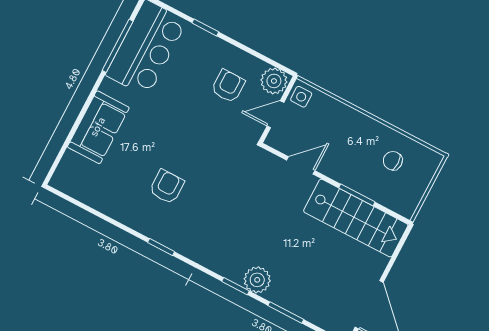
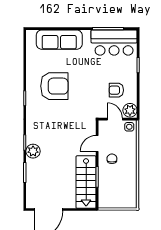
armchair: (228, 86) -> (116, 90), turned 180
sofa: (98, 127) -> (59, 40), width x1.36
chair: (393, 161) -> (112, 159), moved
door: (301, 165) -> (97, 143), swing flipped
armchair: (167, 187) -> (54, 86), width x1.88, depth x1.88

